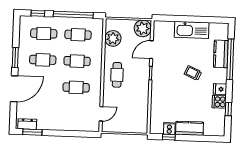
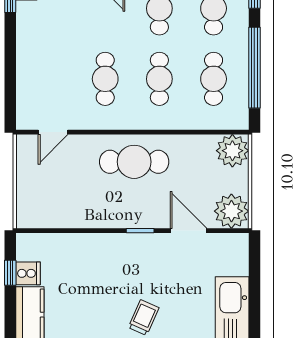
plant: (113, 38) -> (232, 151), moved
cafe table: (117, 75) -> (134, 162), width x1.37, depth x1.35
door: (101, 114) -> (53, 132), hinge flipped

